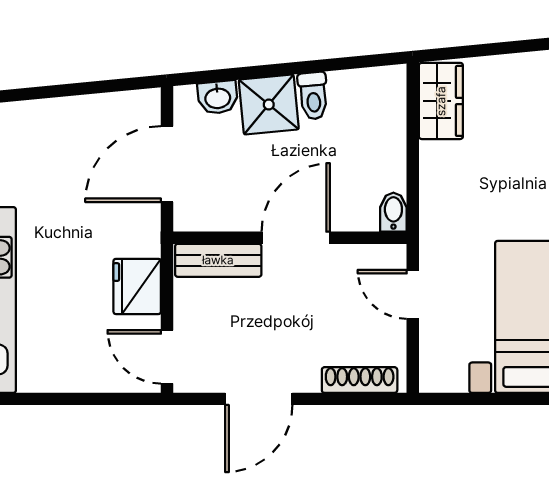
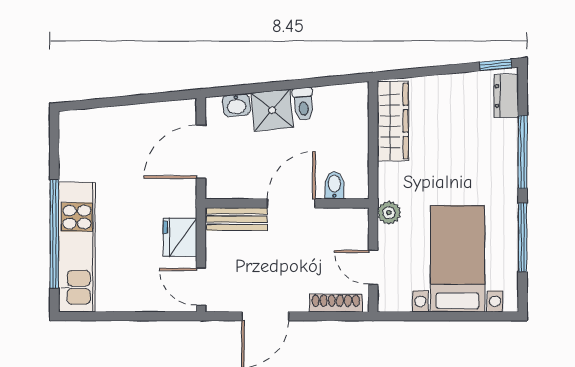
wardrobe: (441, 101) -> (393, 121), width x1.50
bidet: (393, 212) -> (334, 185), moved
plant: (435, 251) -> (389, 213), added
door: (413, 294) -> (373, 267), moved

